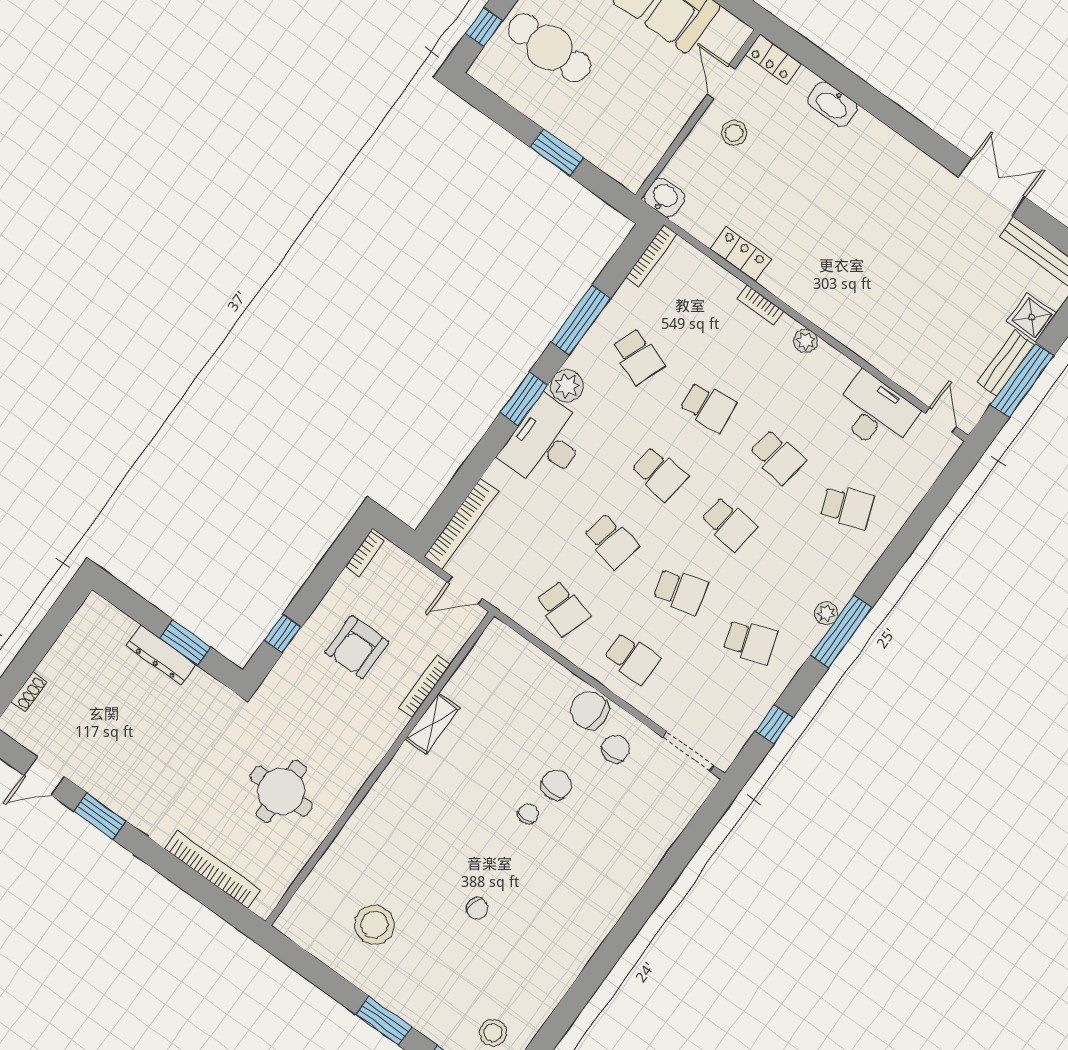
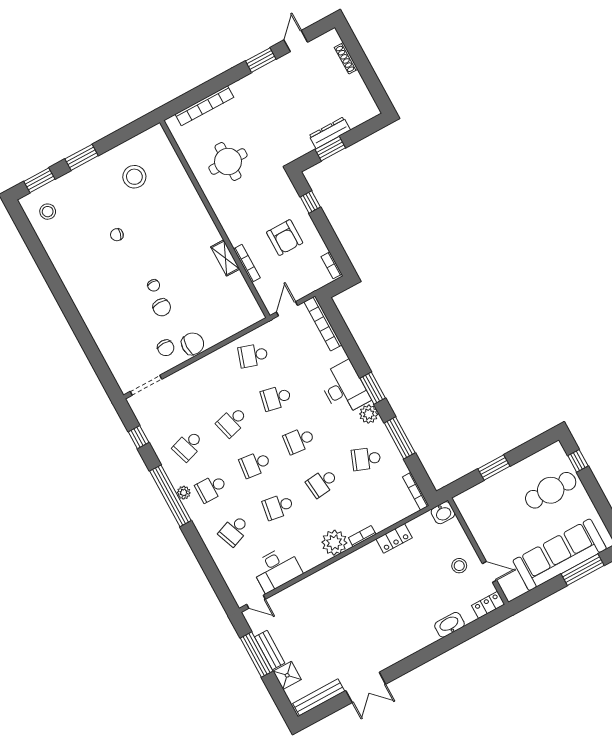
plant: (806, 341) -> (334, 543), width x1.87, depth x1.87
window: (841, 631) -> (170, 496), width x1.46
armchair: (357, 647) -> (285, 238), turned 180
school desk: (632, 658) -> (211, 488), moved
shoe rack: (29, 692) -> (346, 58), width x1.43

